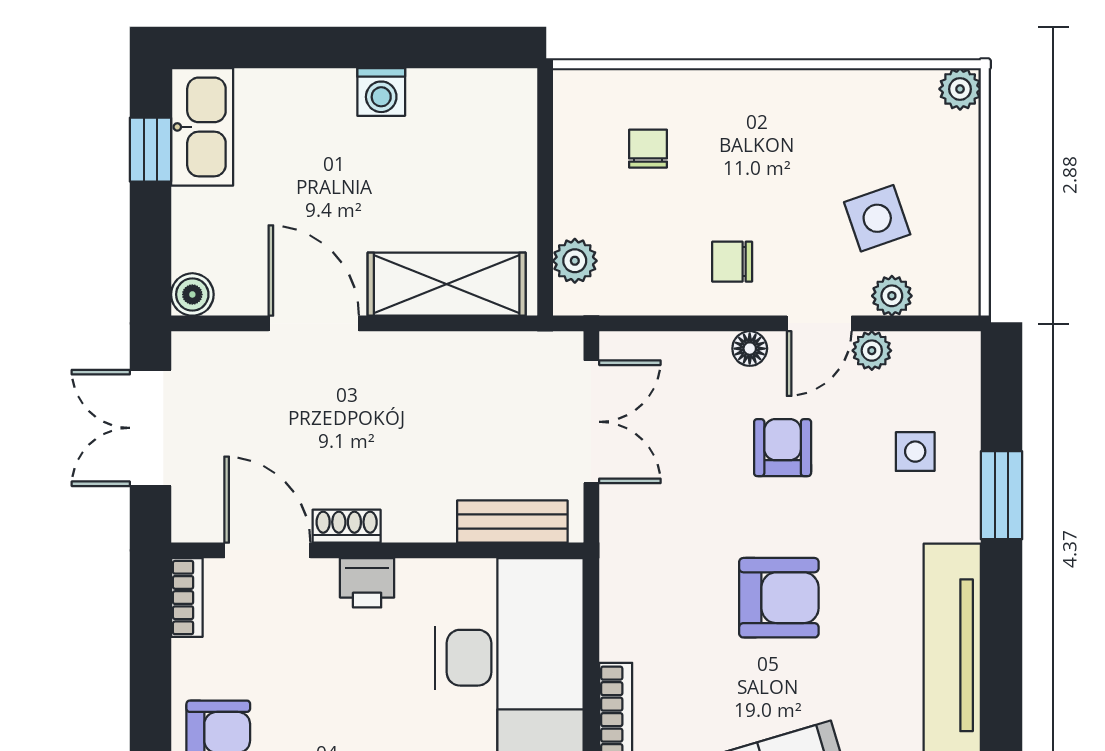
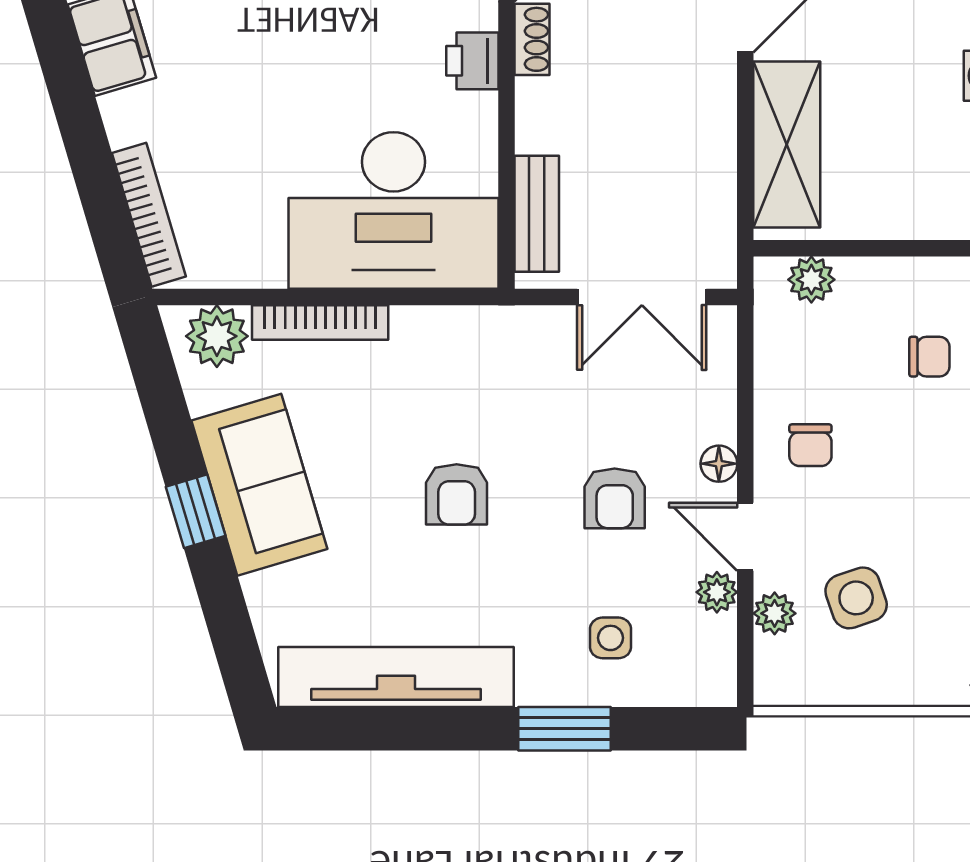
chair: (732, 262) -> (810, 445), turned 180
armchair: (783, 448) -> (615, 498), turned 90
armchair: (779, 598) -> (457, 494), width x0.72, depth x0.72

